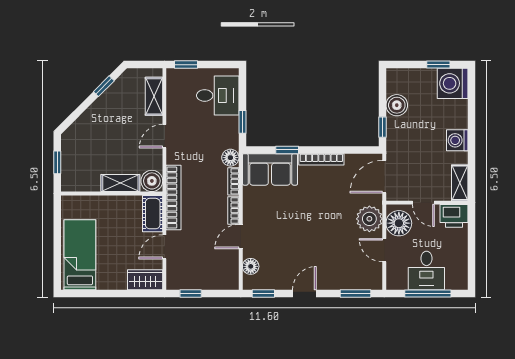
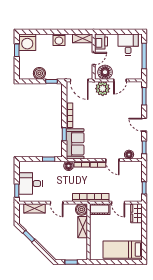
desk: (218, 95) -> (31, 184), moved, turned -90
desk: (426, 270) -> (128, 45), moved, turned -90

